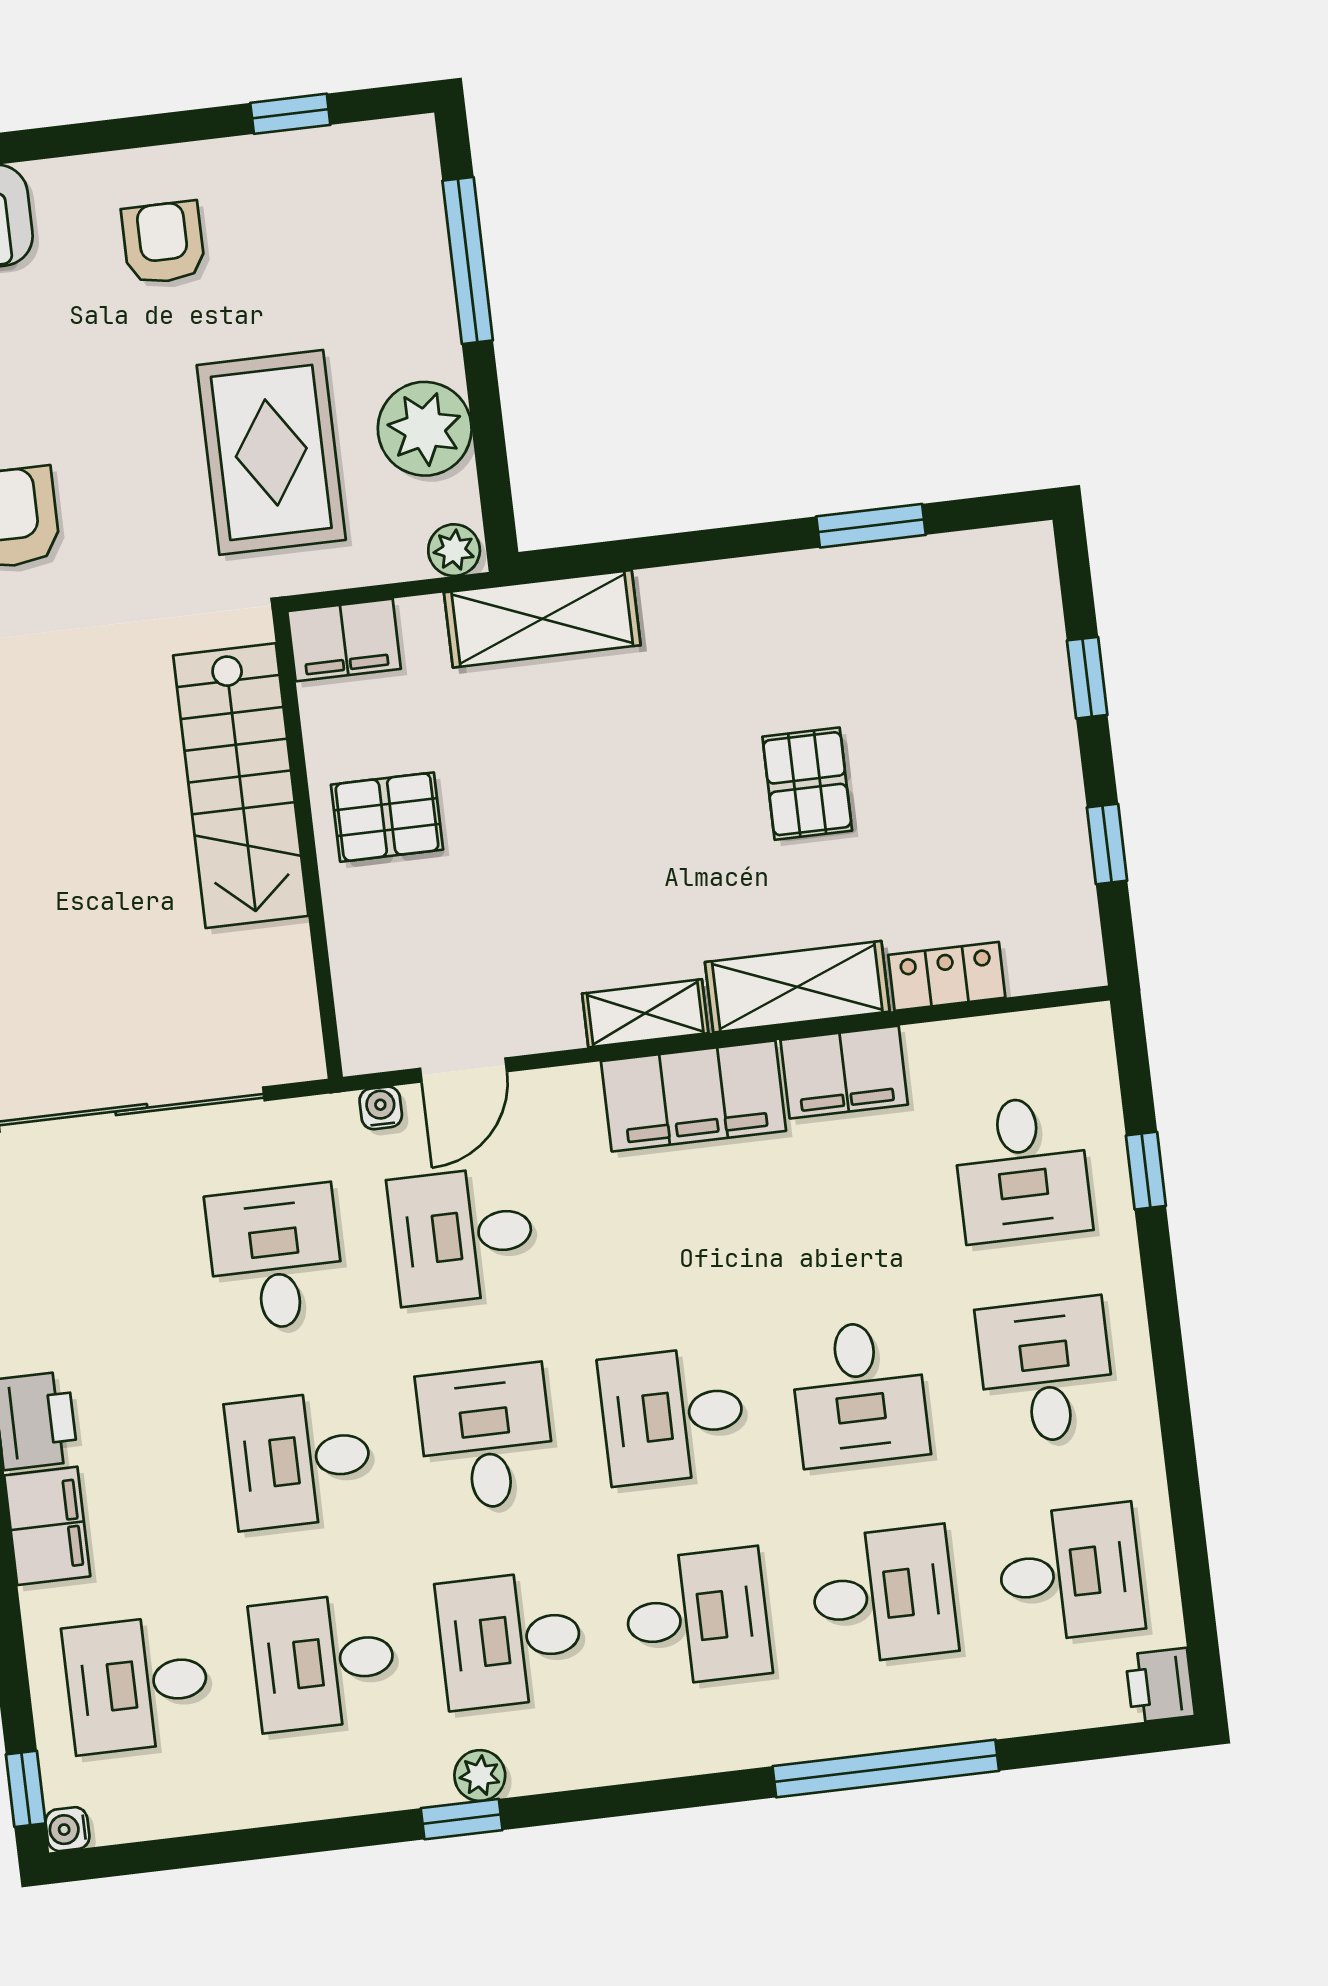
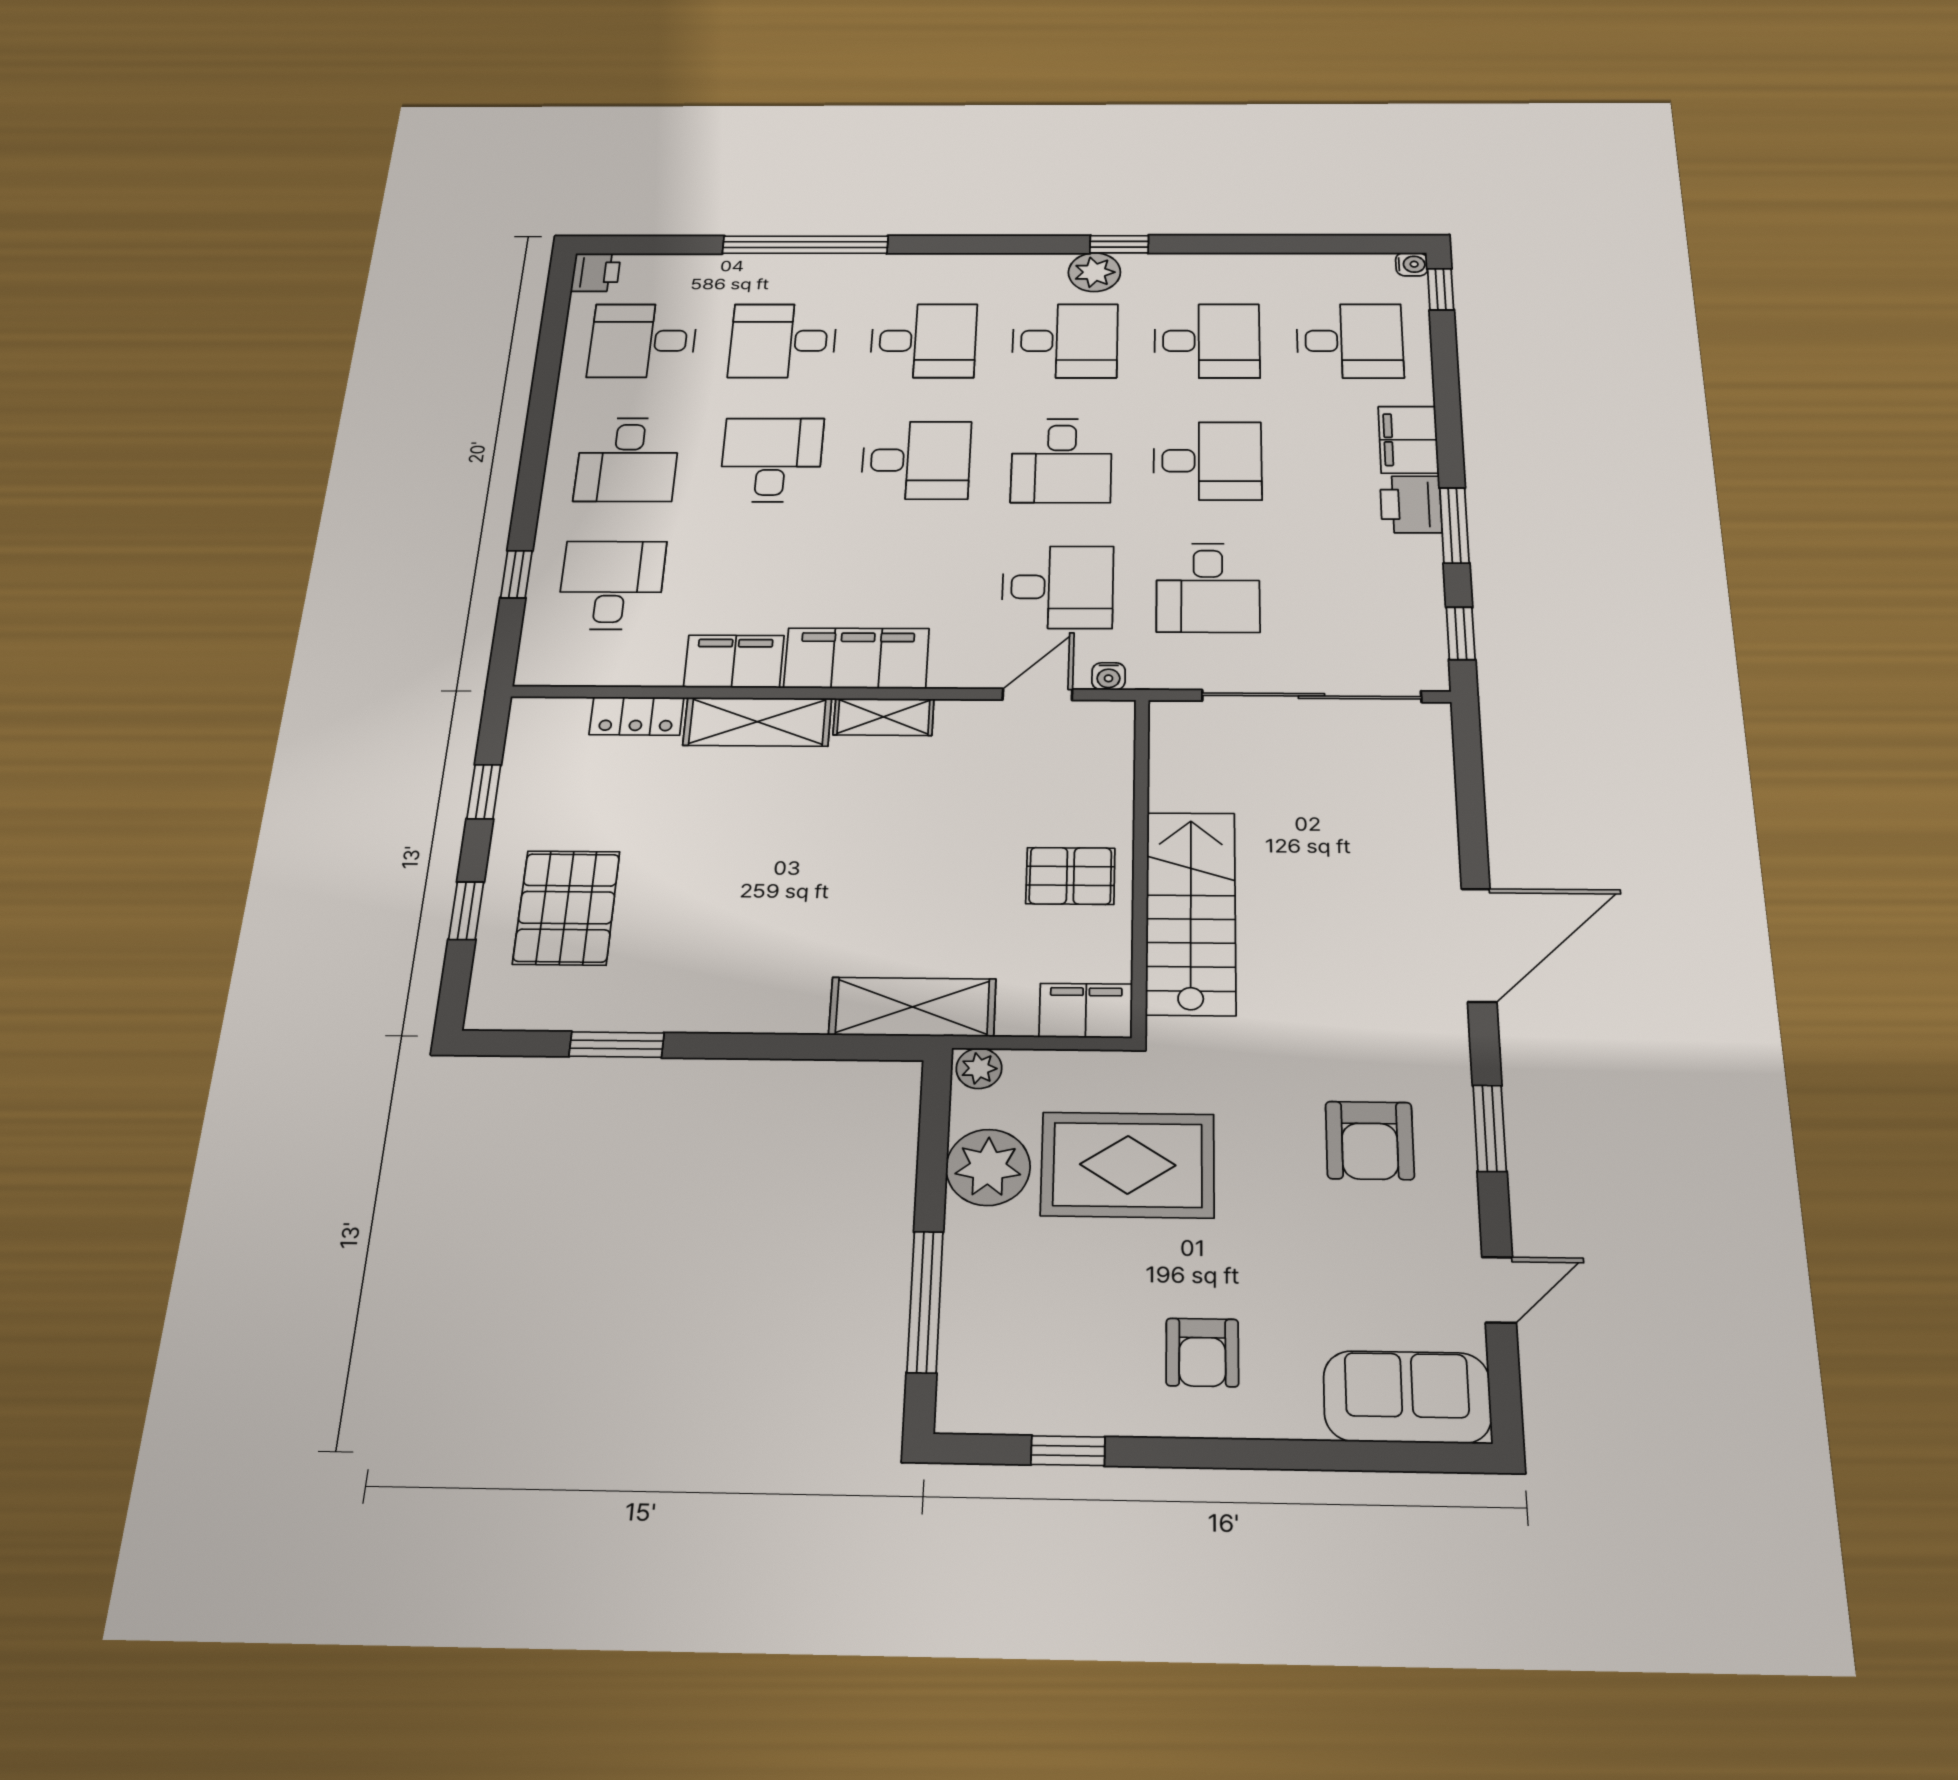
rug: (271, 452) -> (1128, 1165), turned 90
pallet: (807, 784) -> (567, 908), moved, width x1.50, depth x1.42
desk: (697, 1617) -> (924, 341), turned 180
plant: (480, 1776) -> (1094, 272), width x1.38, depth x1.38

